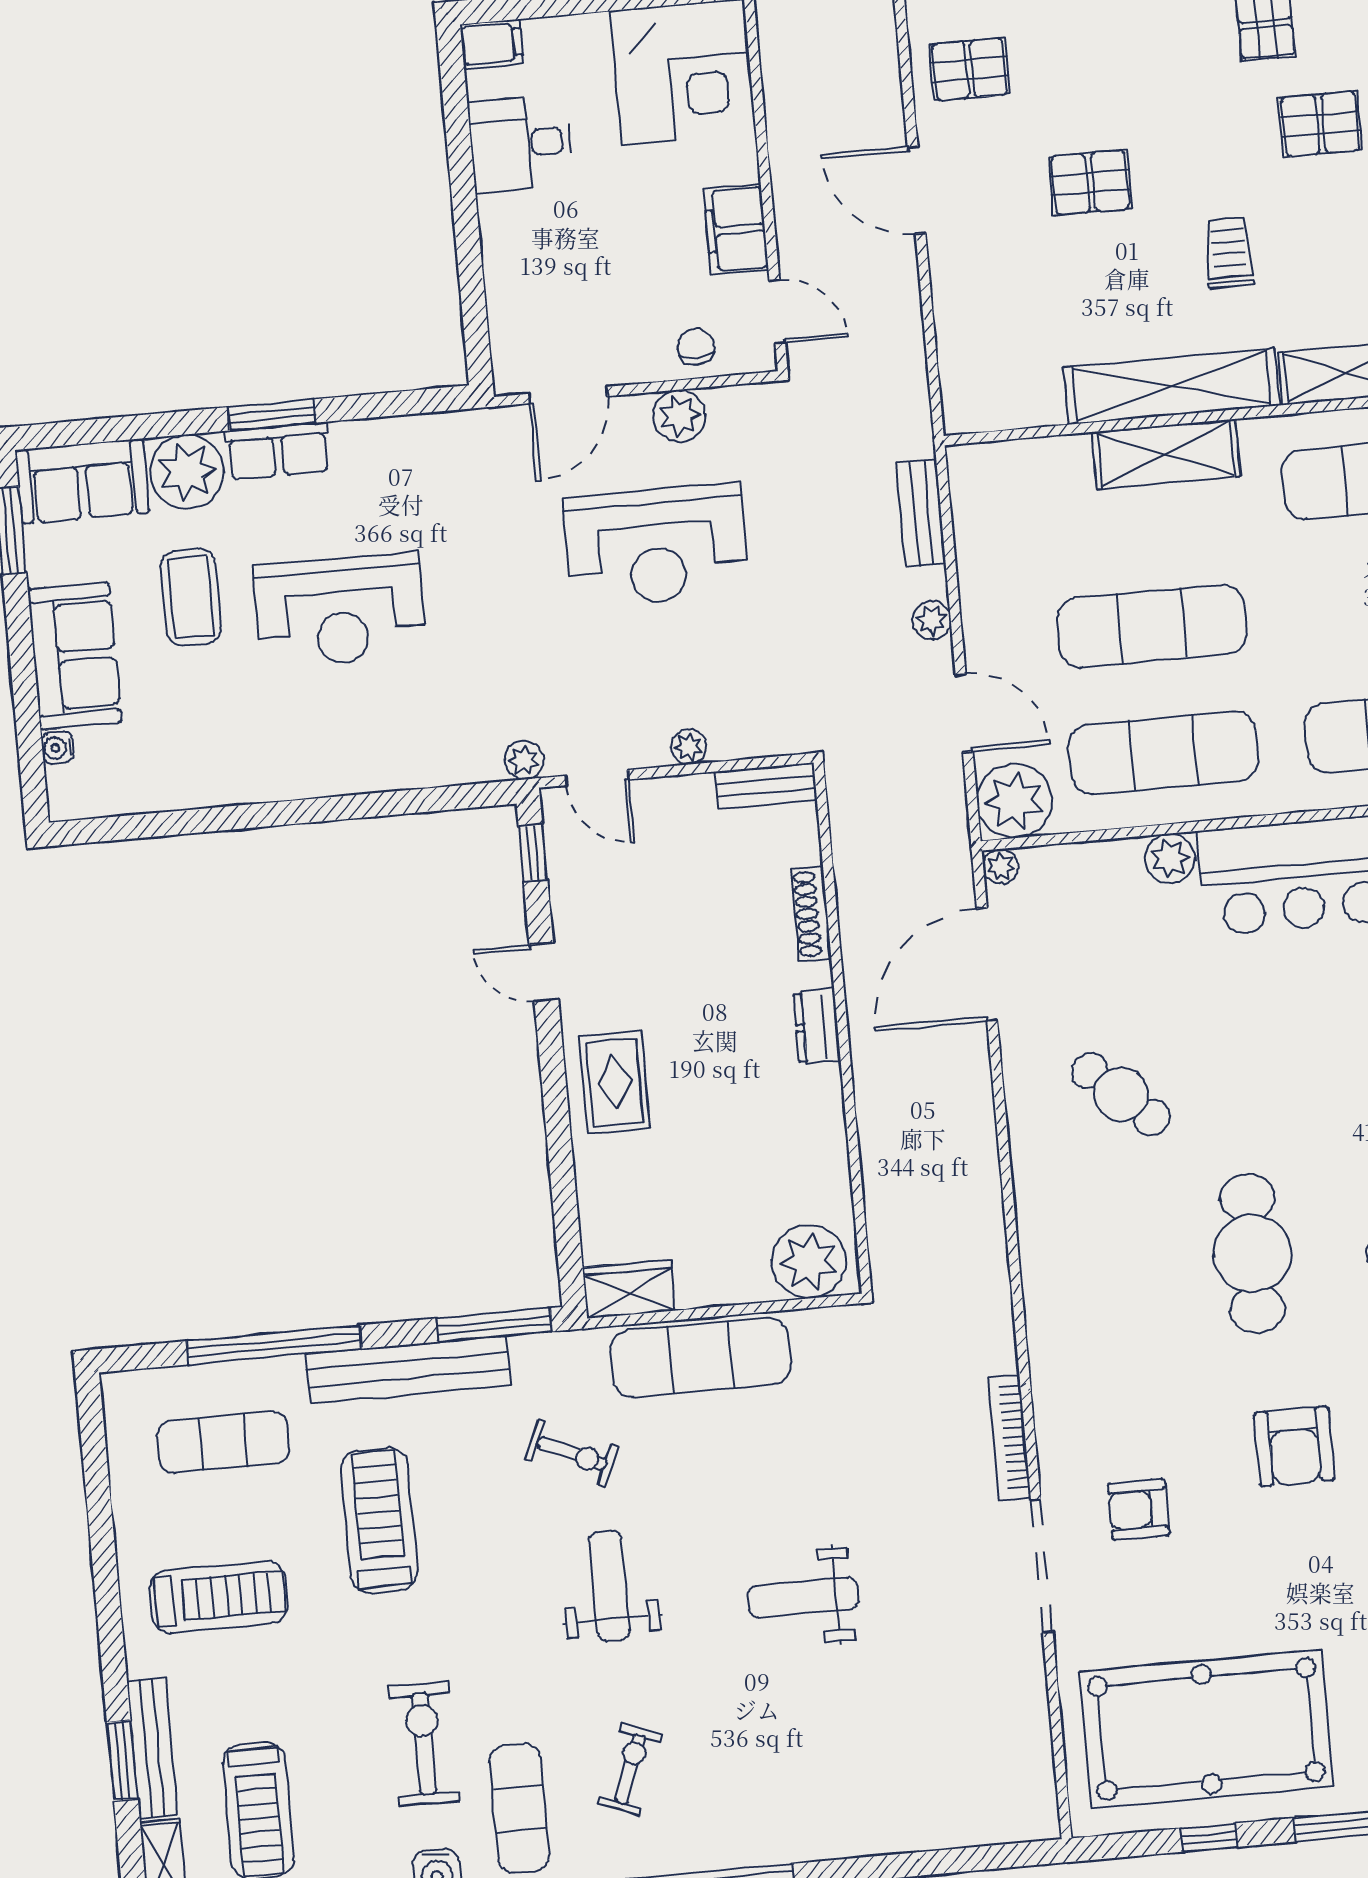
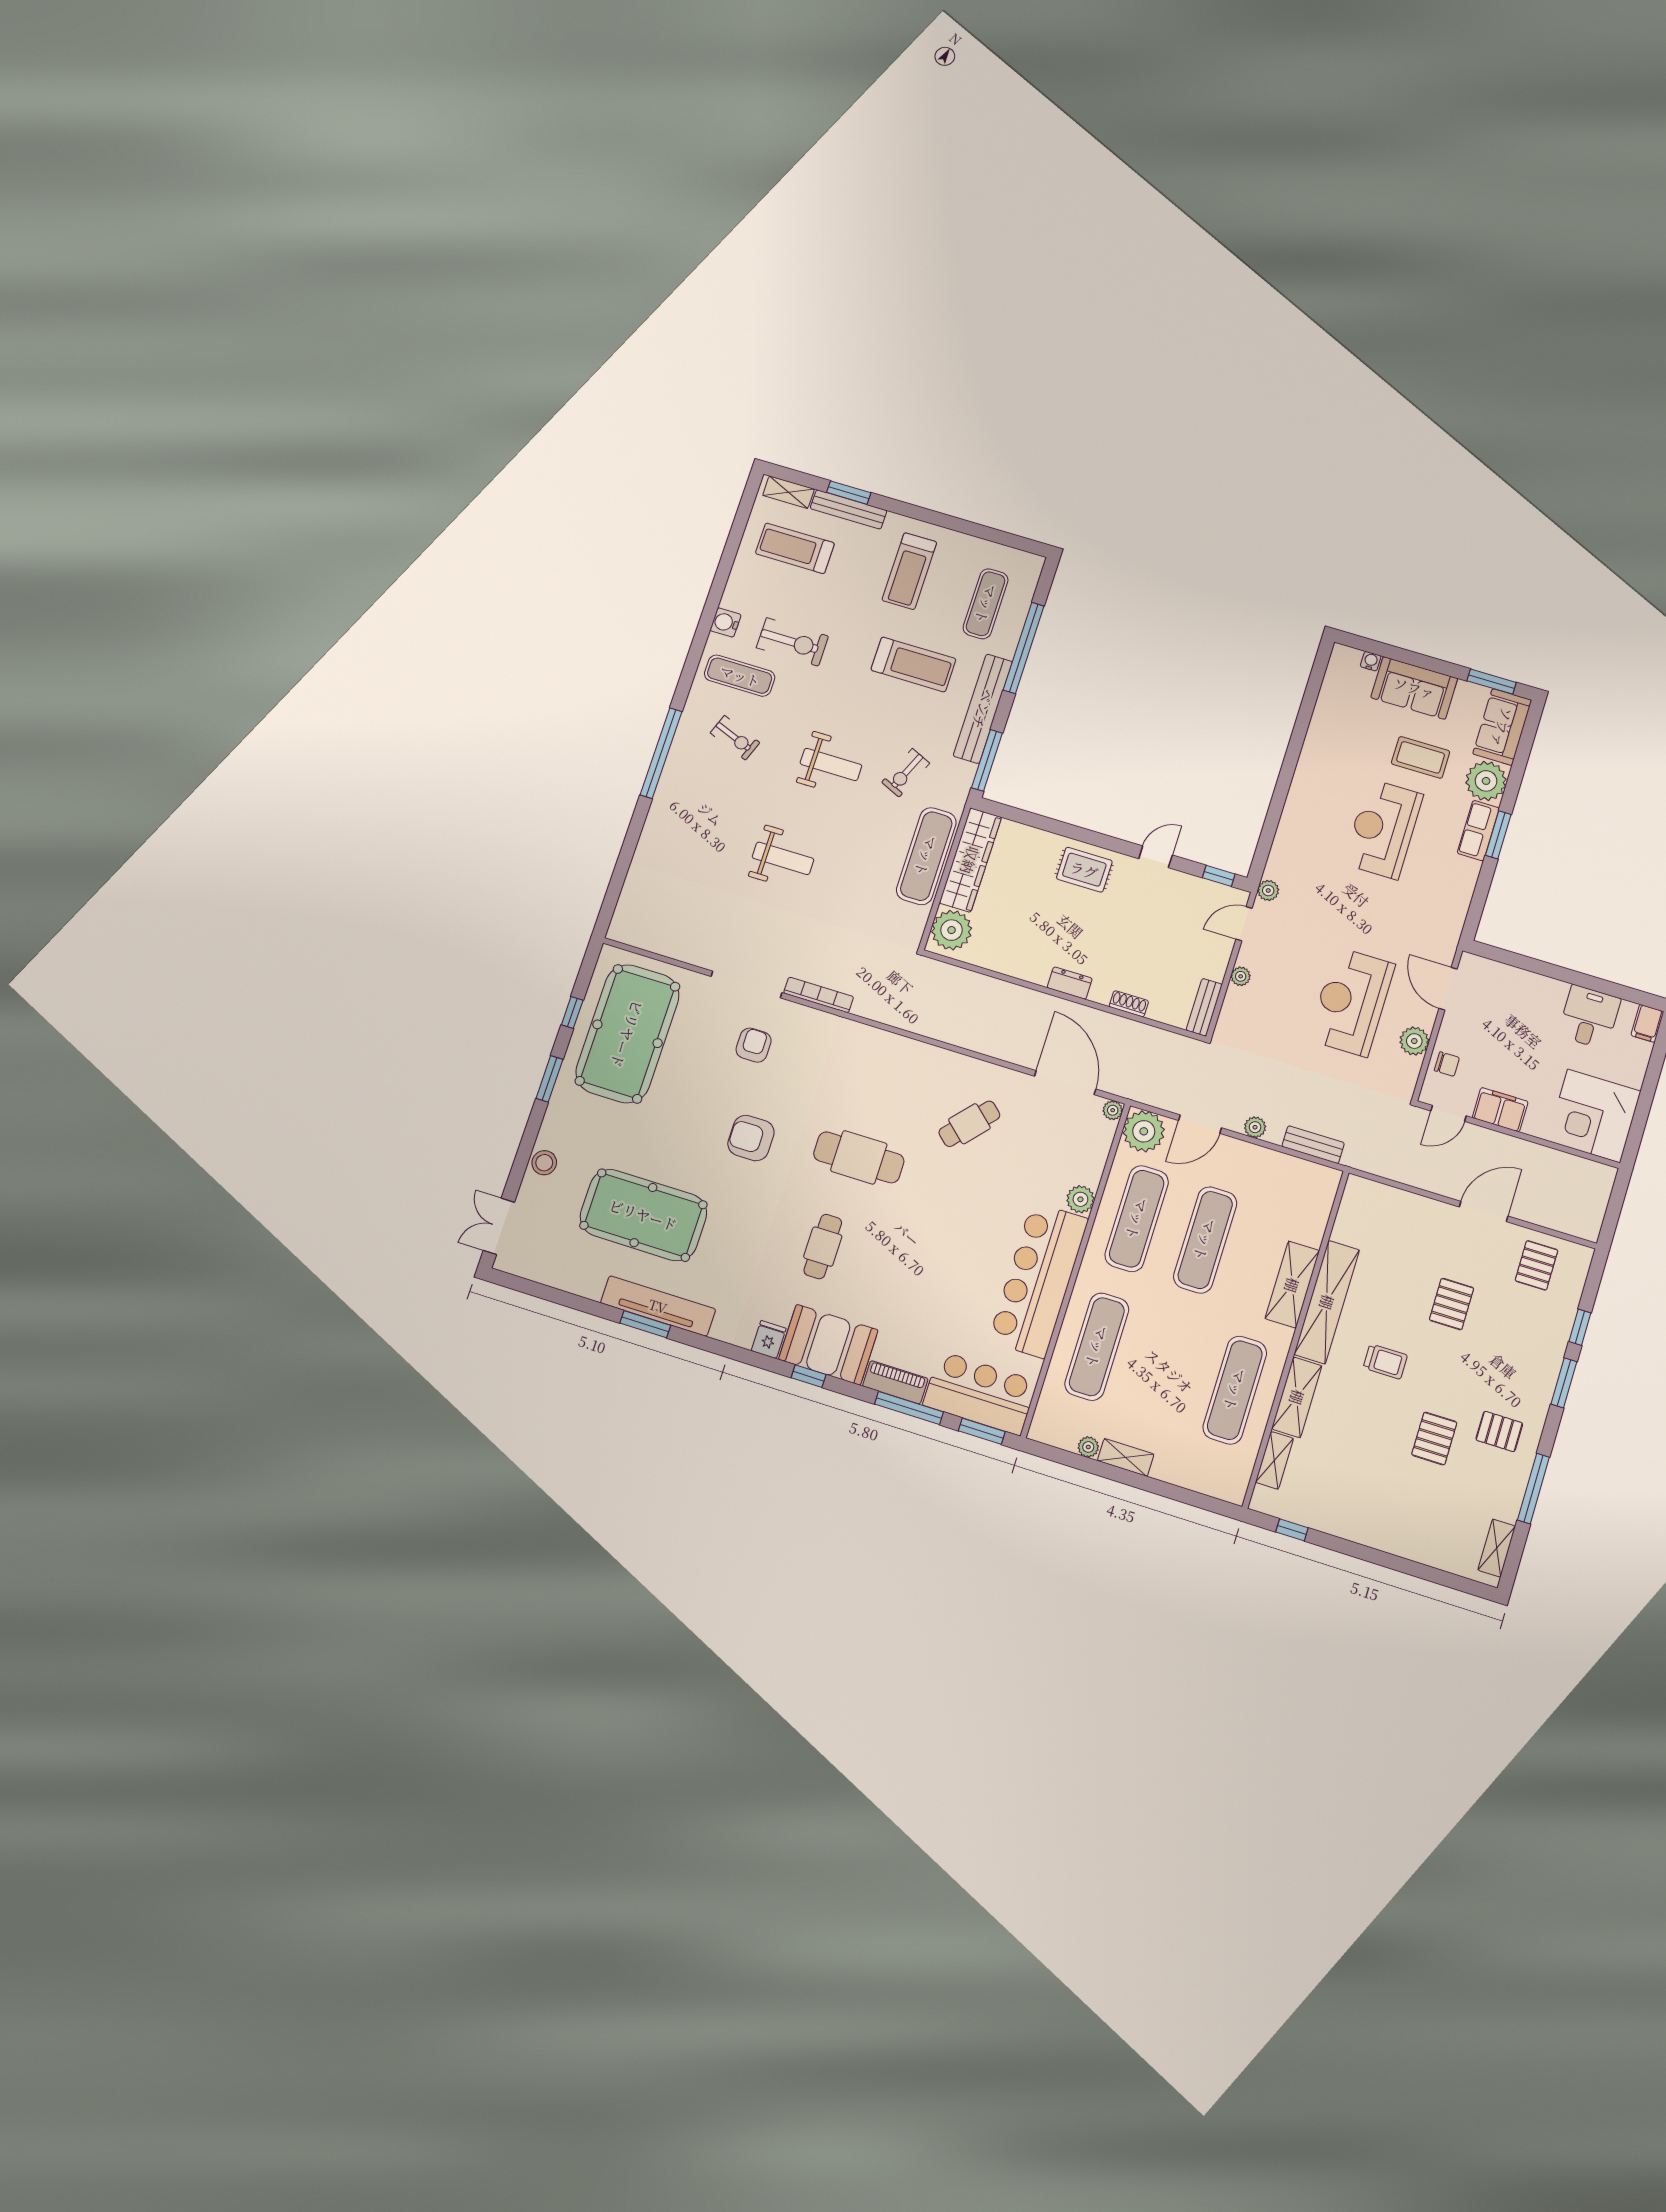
shoe rack: (811, 914) -> (1129, 1004), width x0.70
wardrobe: (629, 1289) -> (970, 860), width x2.10, depth x1.17
weight bench: (803, 1597) -> (783, 858), turned 90

